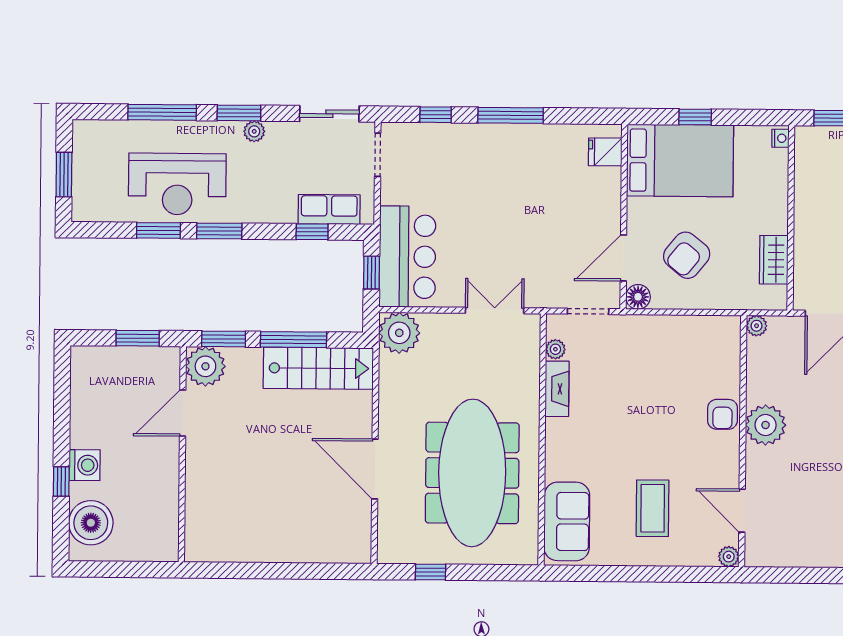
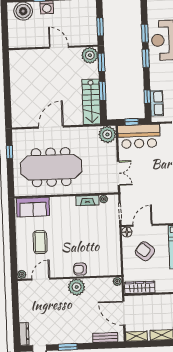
door: (623, 258) -> (143, 225), hinge flipped
wardrobe: (774, 260) -> (140, 287), width x1.50
window: (293, 340) -> (103, 91), width x0.69
door: (183, 413) -> (59, 47), moved
coffee table: (653, 508) -> (40, 242), turned 90

